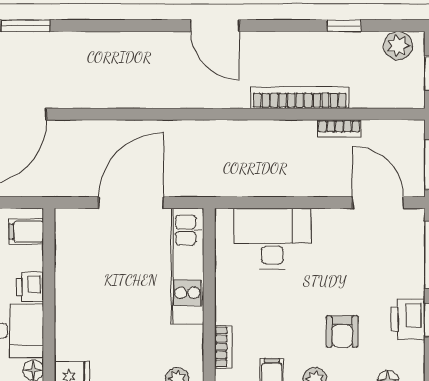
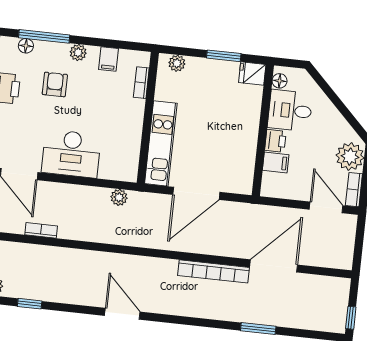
bookcase: (300, 98) -> (214, 271), moved
plant: (237, 186) -> (119, 197), added
filing cabinet: (26, 232) -> (276, 162), moved
desk: (272, 239) -> (71, 154), moved

